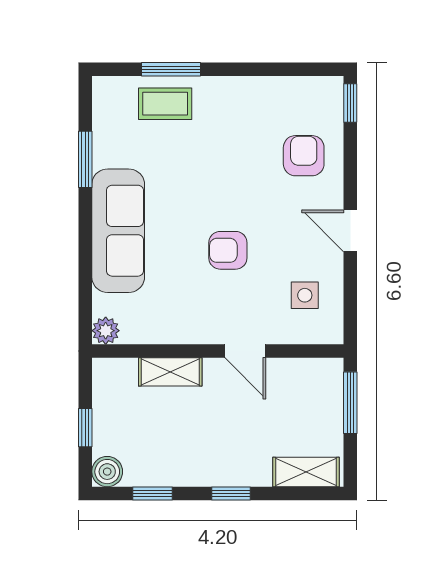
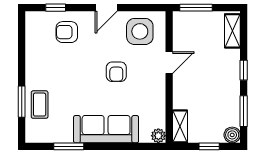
window: (350, 103) -> (56, 8), moved
side table: (305, 295) -> (140, 31), width x1.87, depth x1.87
shelving: (170, 372) -> (180, 126), moved
window: (153, 494) -> (244, 111), width x1.50

